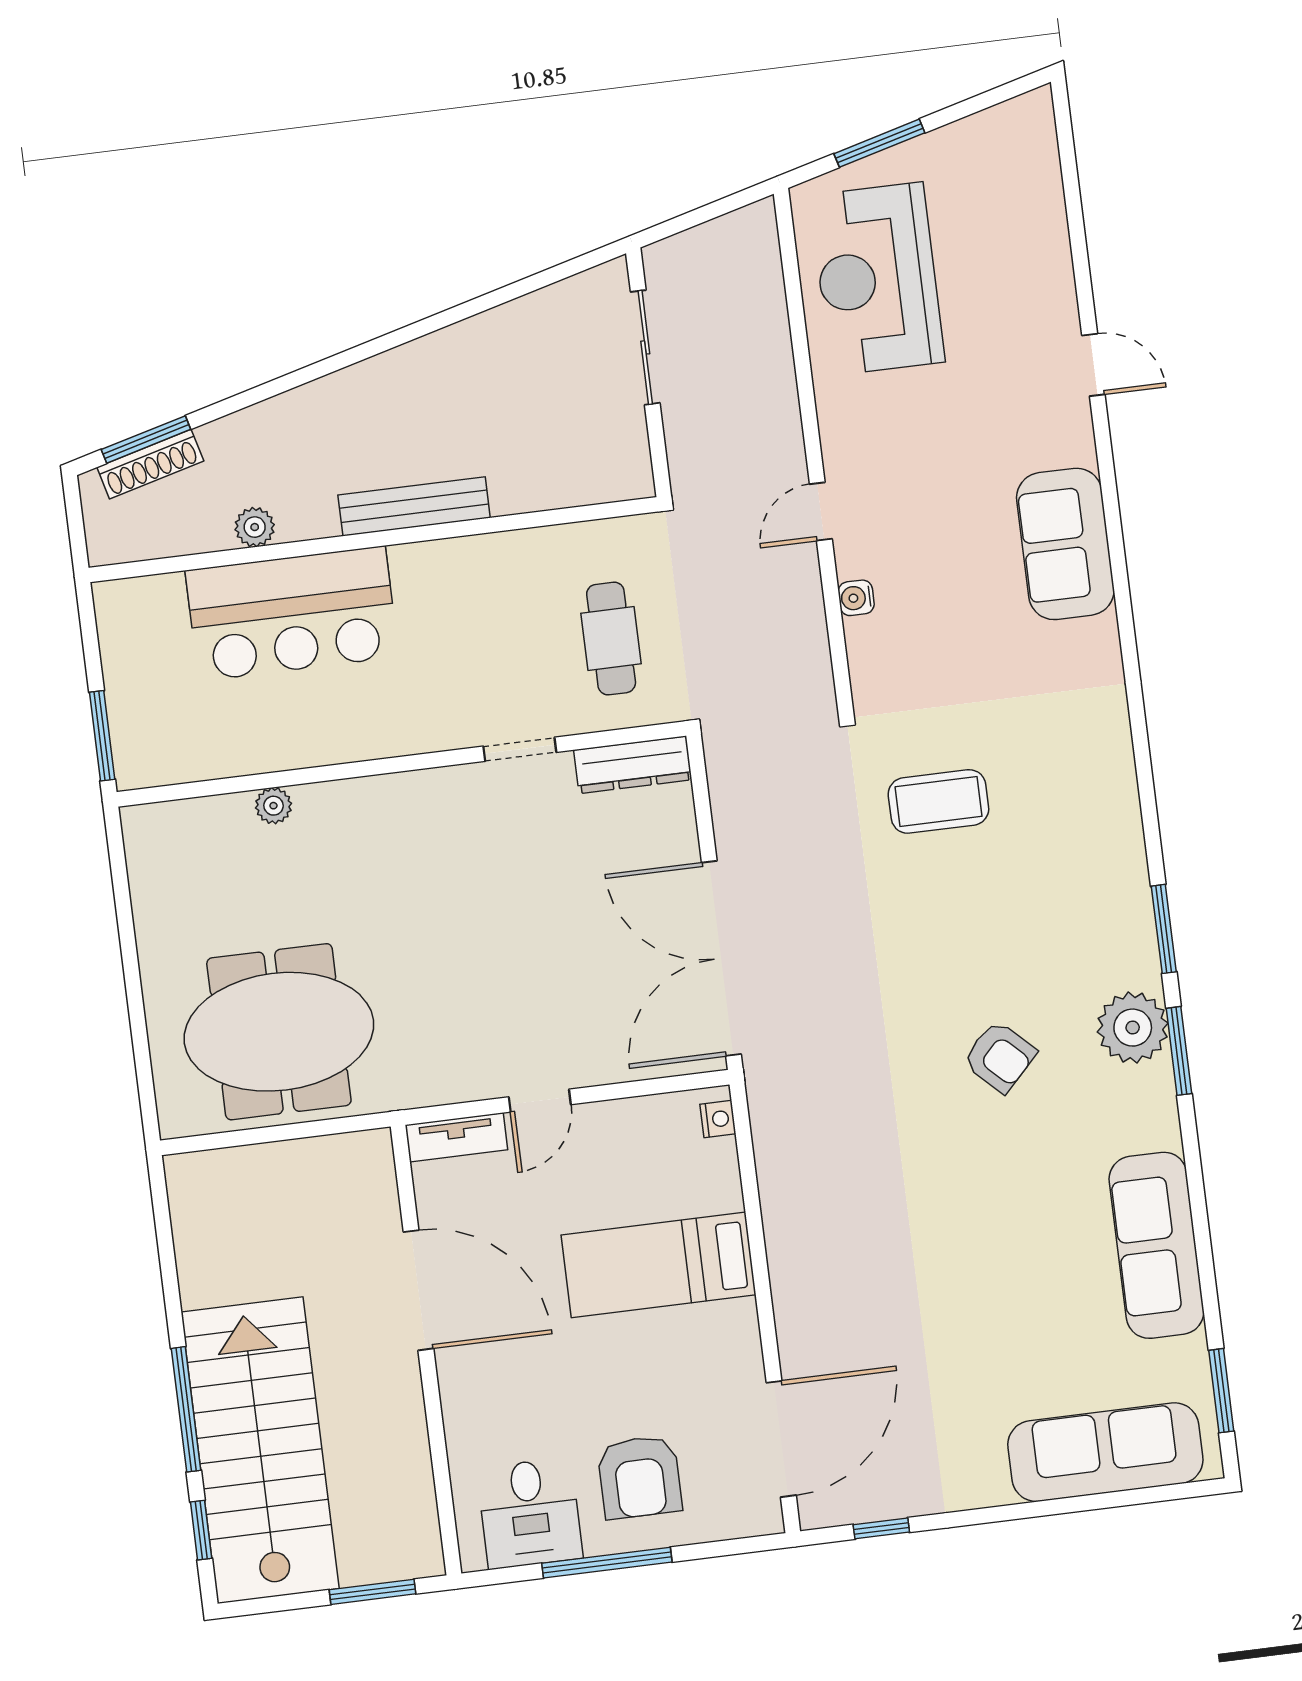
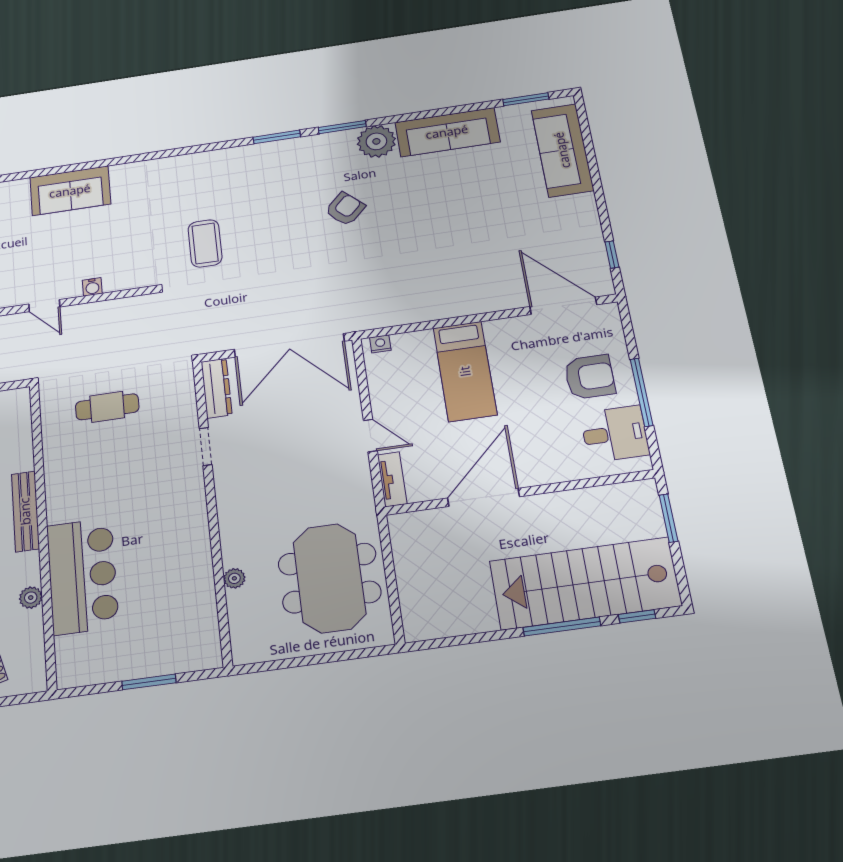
doorway: (520, 749) -> (206, 446), moved
wall: (401, 764) -> (212, 509), moved
dresser: (633, 765) -> (217, 388), moved
plant: (273, 806) -> (234, 578), moved
plant: (1133, 1028) -> (376, 141), moved

